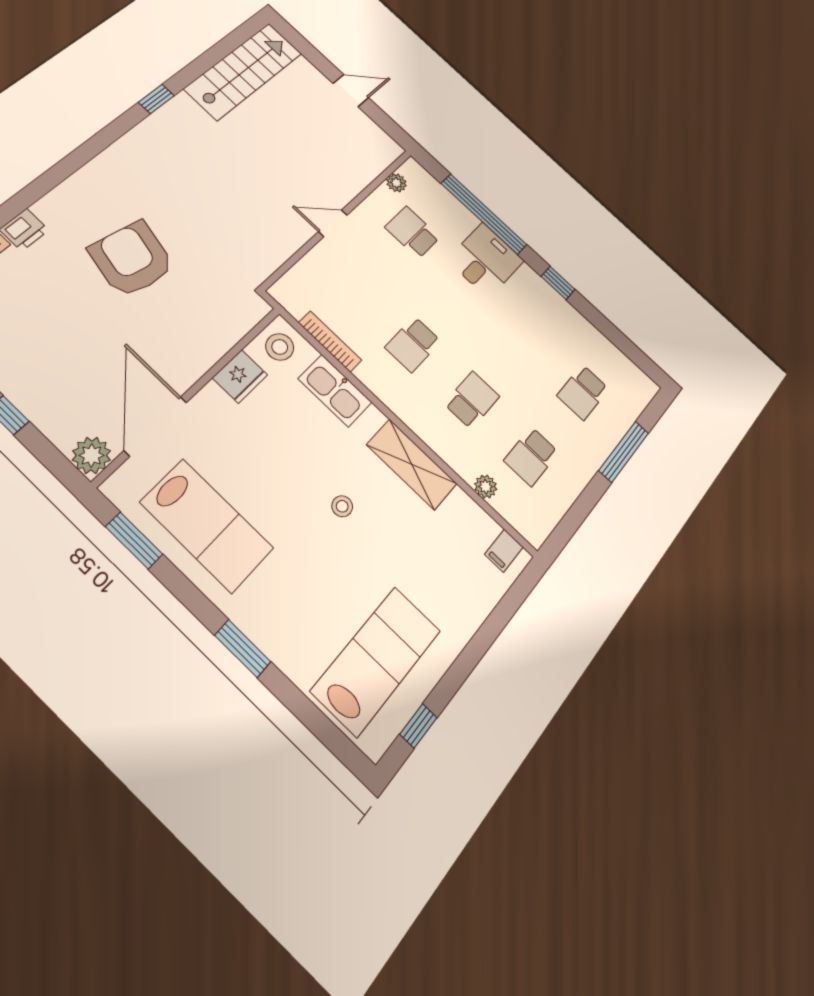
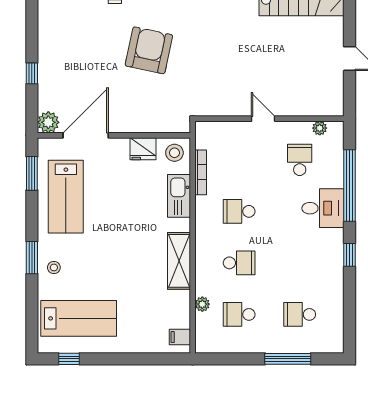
stool: (342, 506) -> (54, 267), moved

